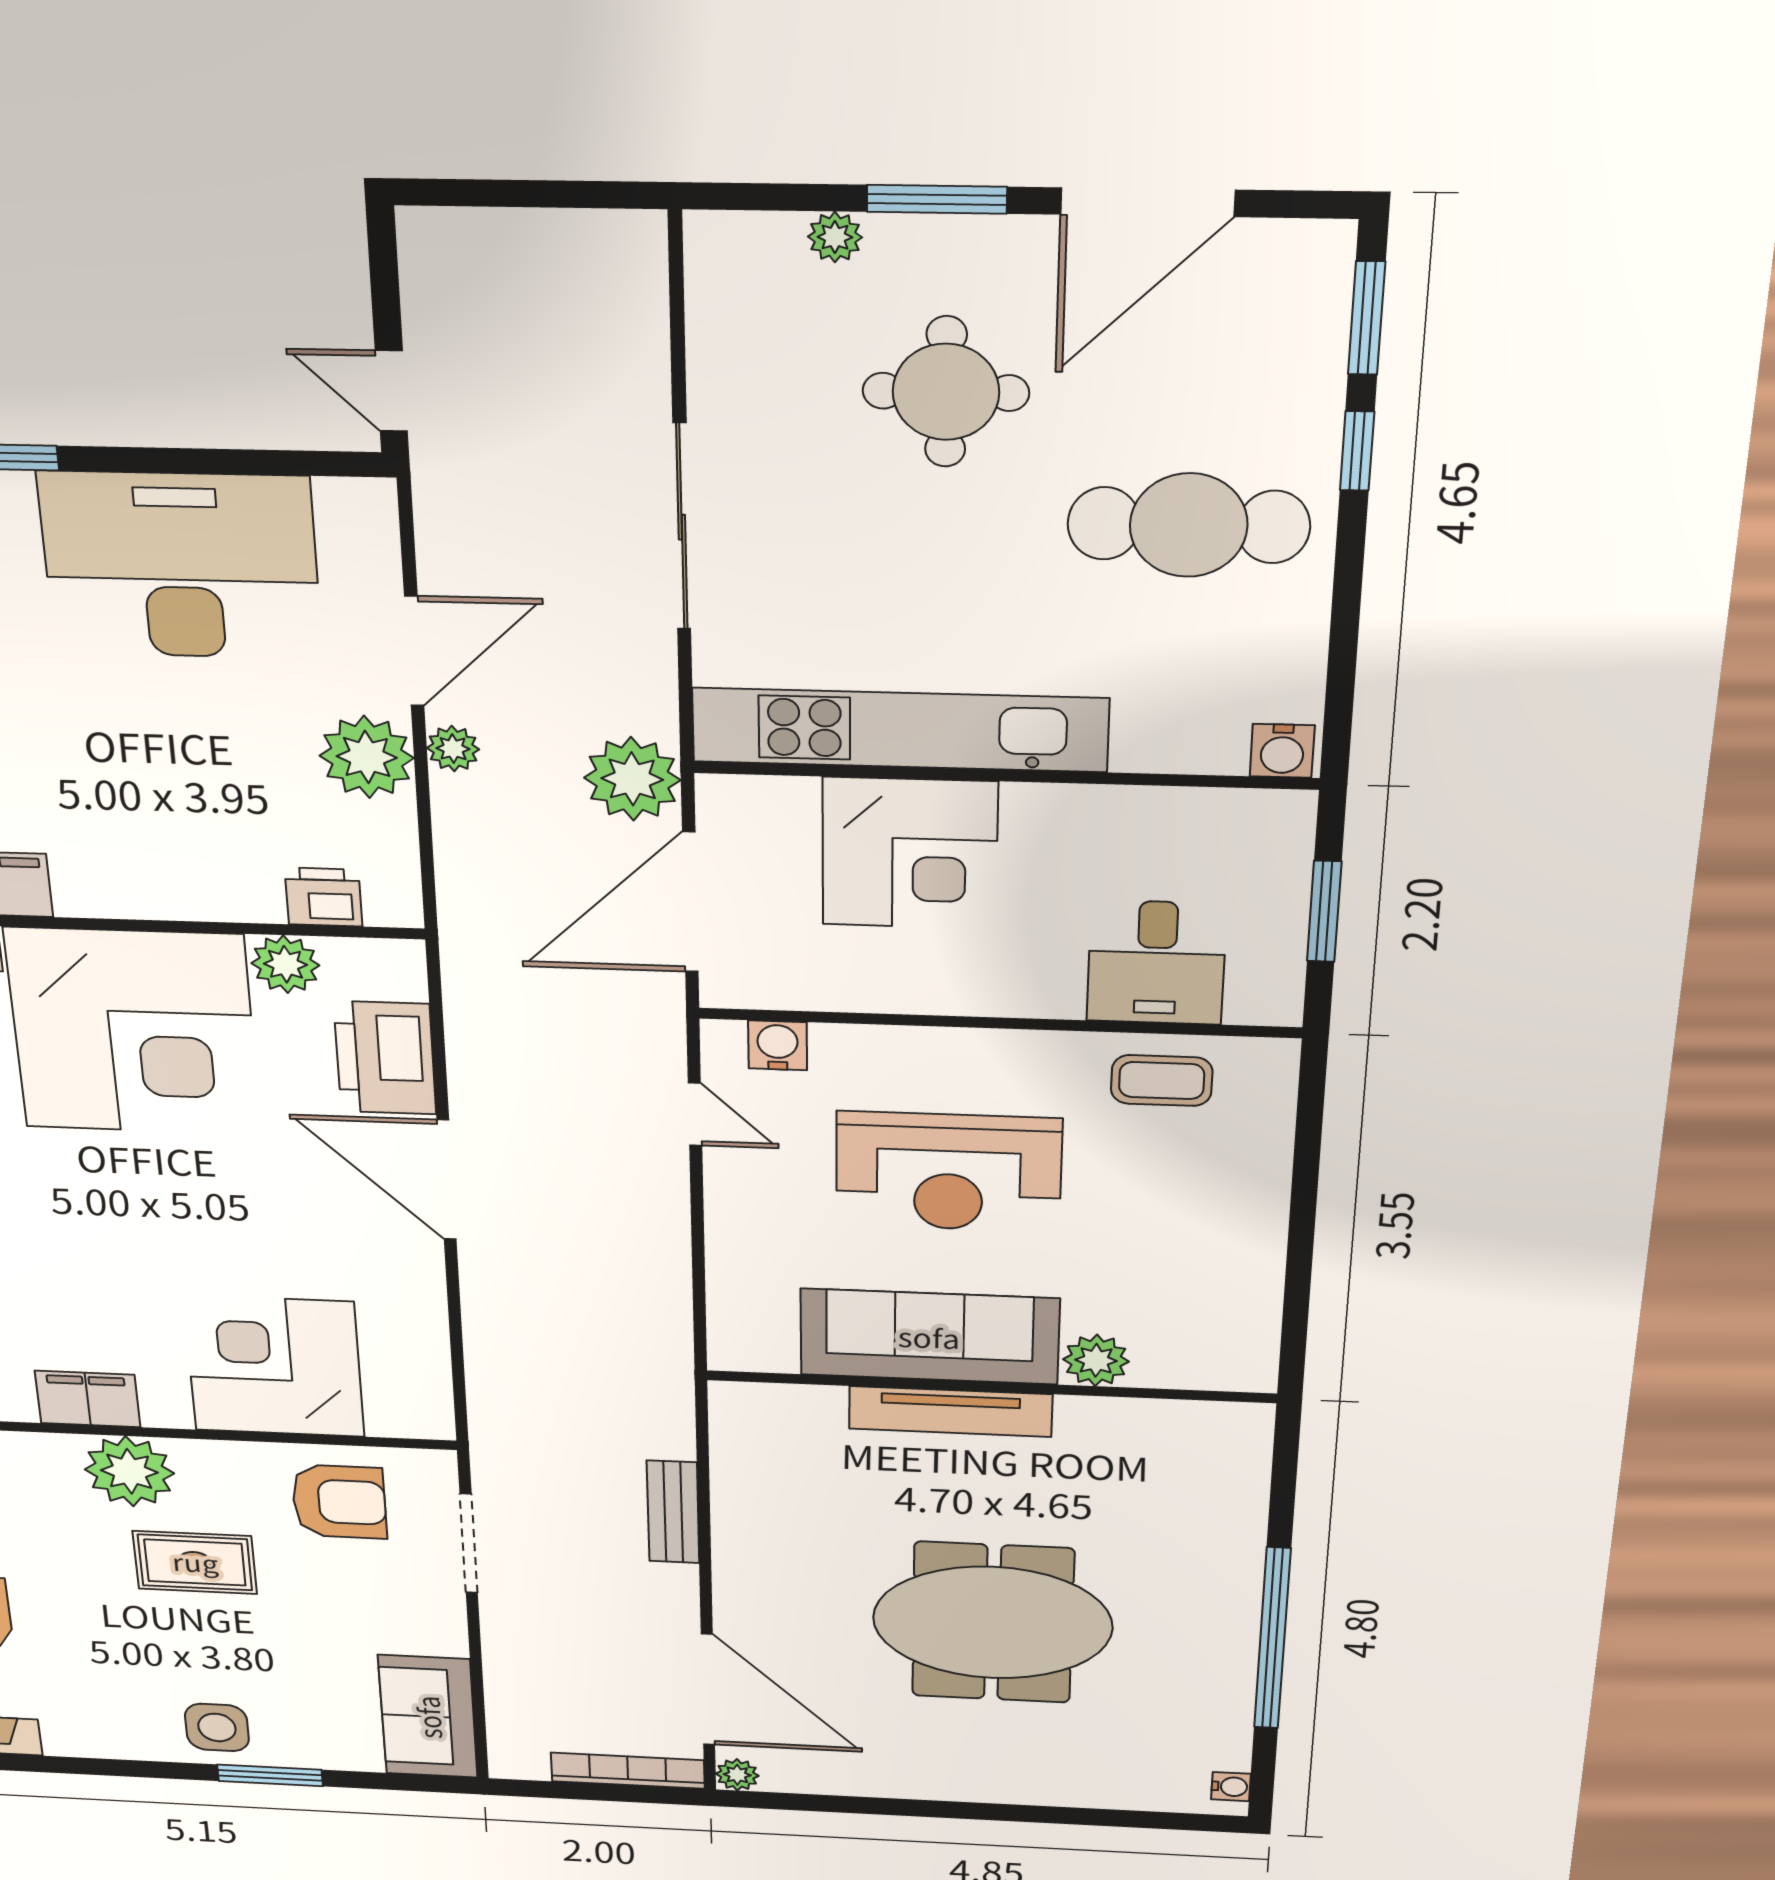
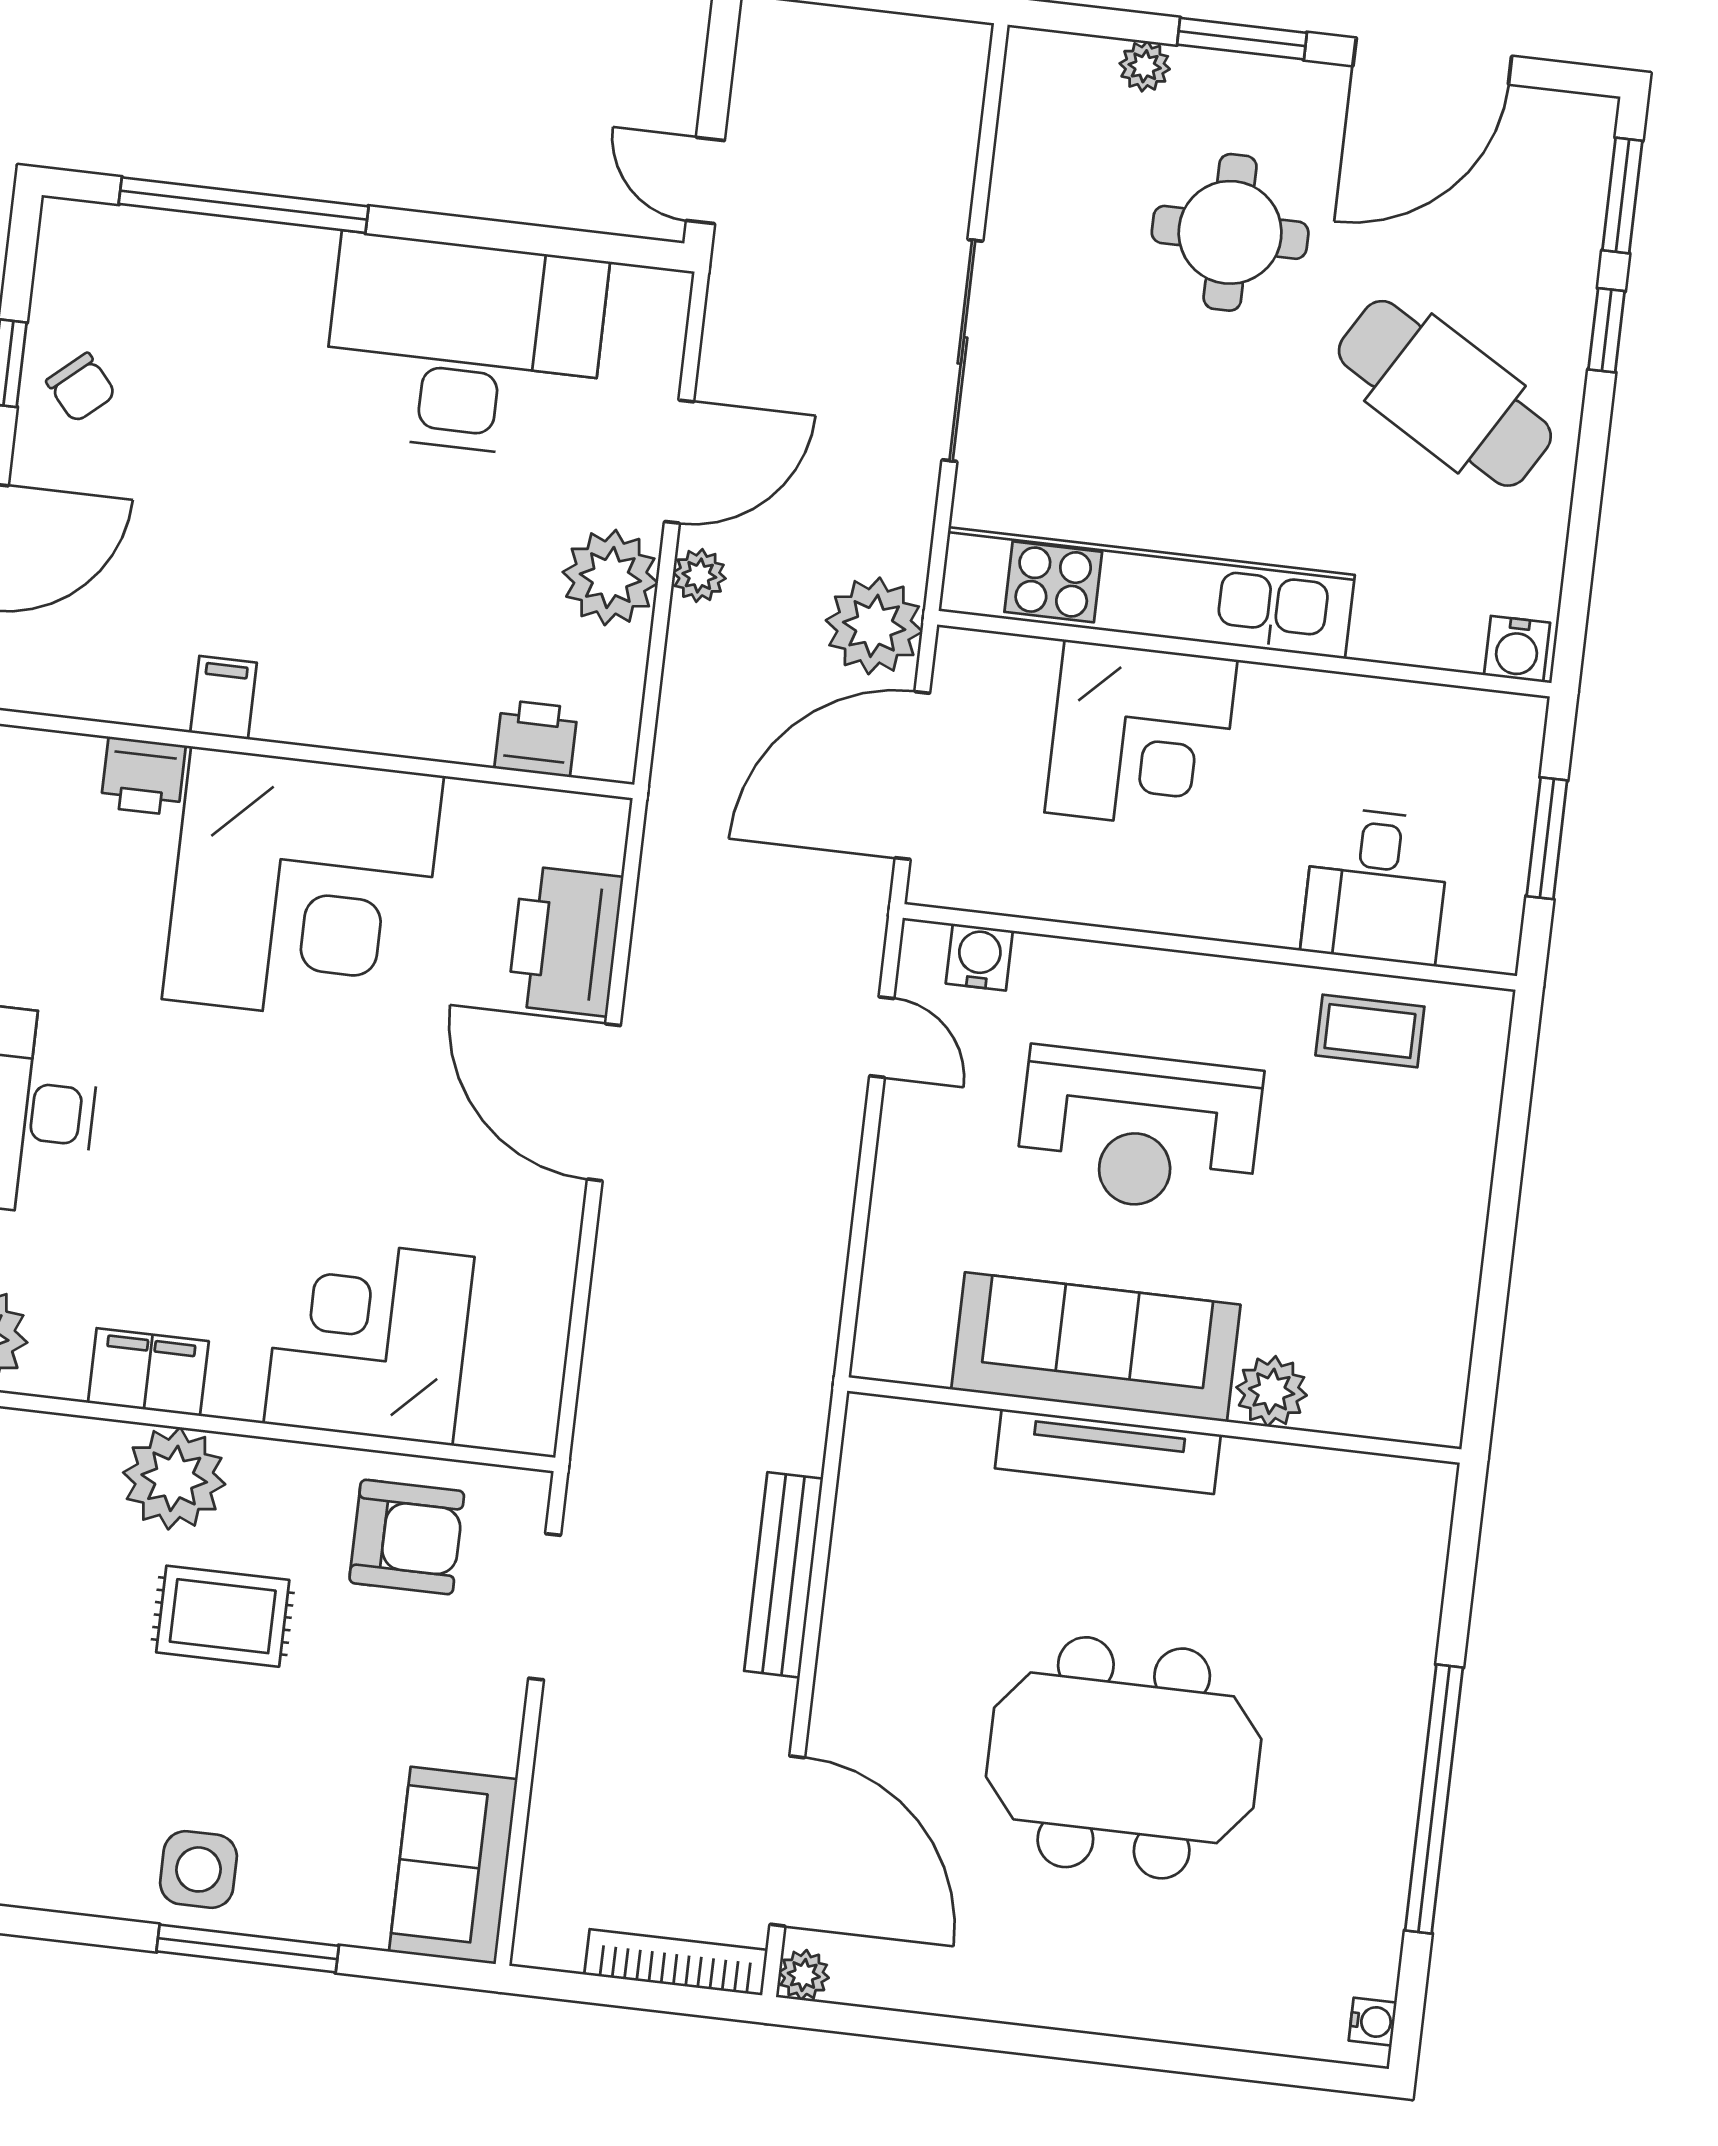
cafe table: (1189, 525) -> (1445, 393), turned 31
plant: (285, 964) -> (481, 817), removed
bench: (673, 1512) -> (784, 1575), width x1.36
window: (270, 1775) -> (248, 1949), width x1.44

